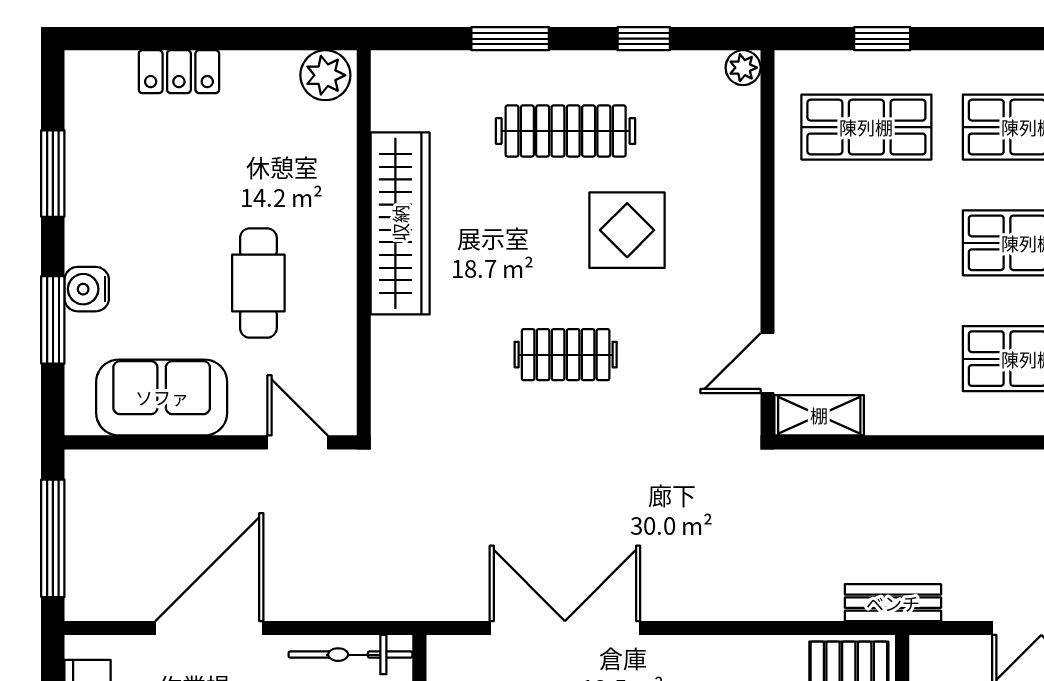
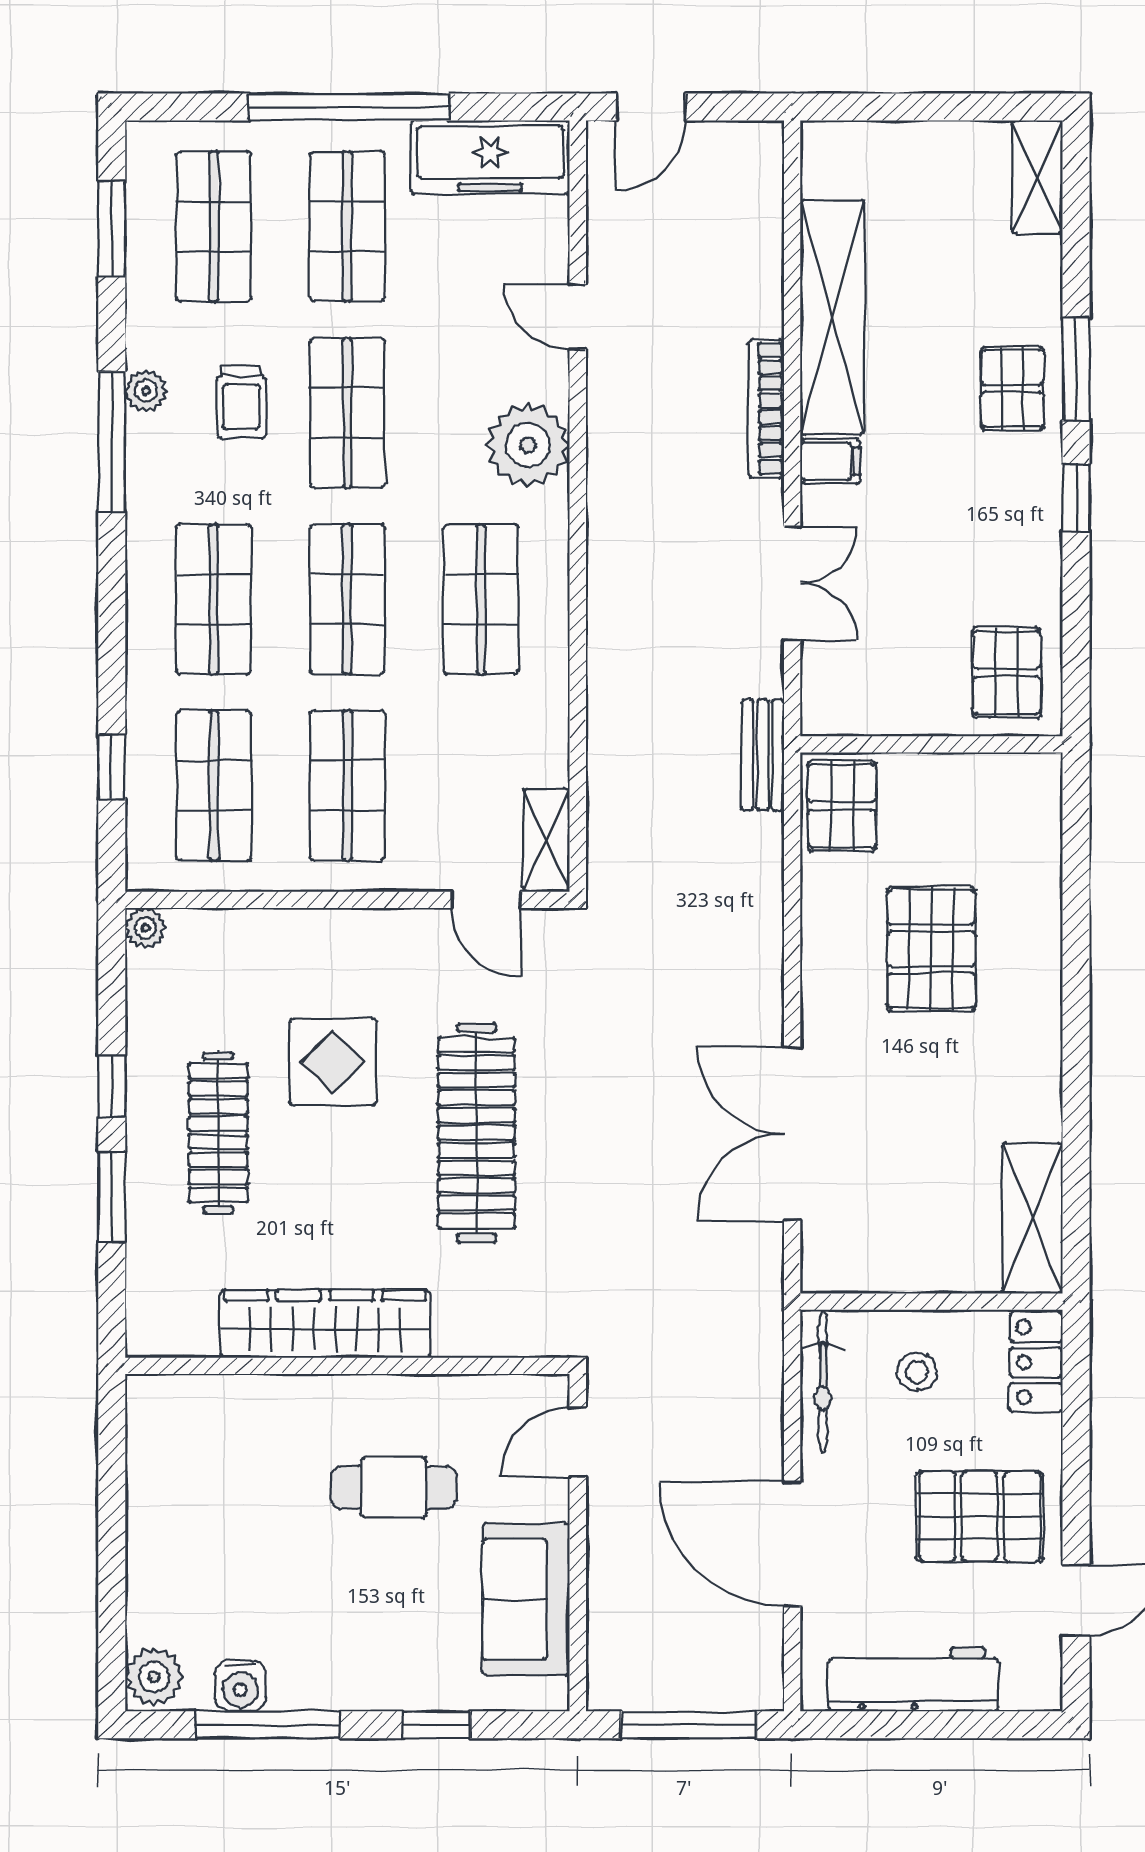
window: (644, 39) -> (112, 1087), moved
locker: (179, 72) -> (150, 1579), removed
plant: (325, 75) -> (154, 1677), moved
window: (53, 174) -> (267, 1725), width x1.44
shop shelf: (866, 243) -> (347, 786), added
water cooler: (87, 289) -> (240, 1686), moved
window: (53, 320) -> (436, 1725), width x0.67
clothes rail: (566, 355) -> (476, 1133), width x1.86, depth x1.31

